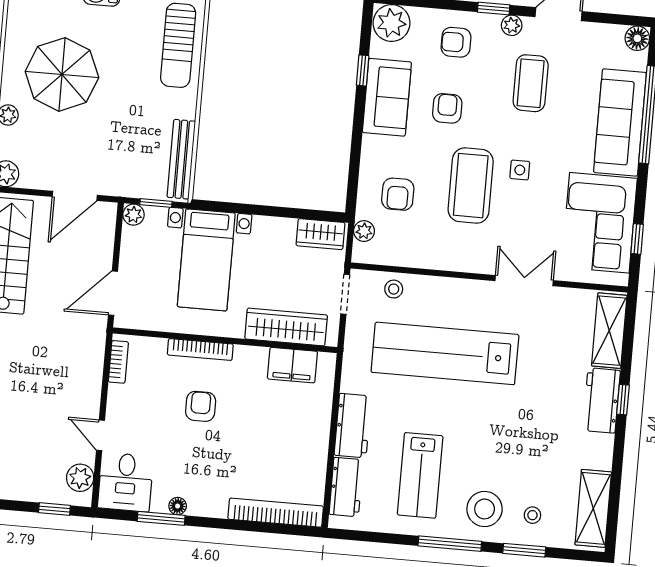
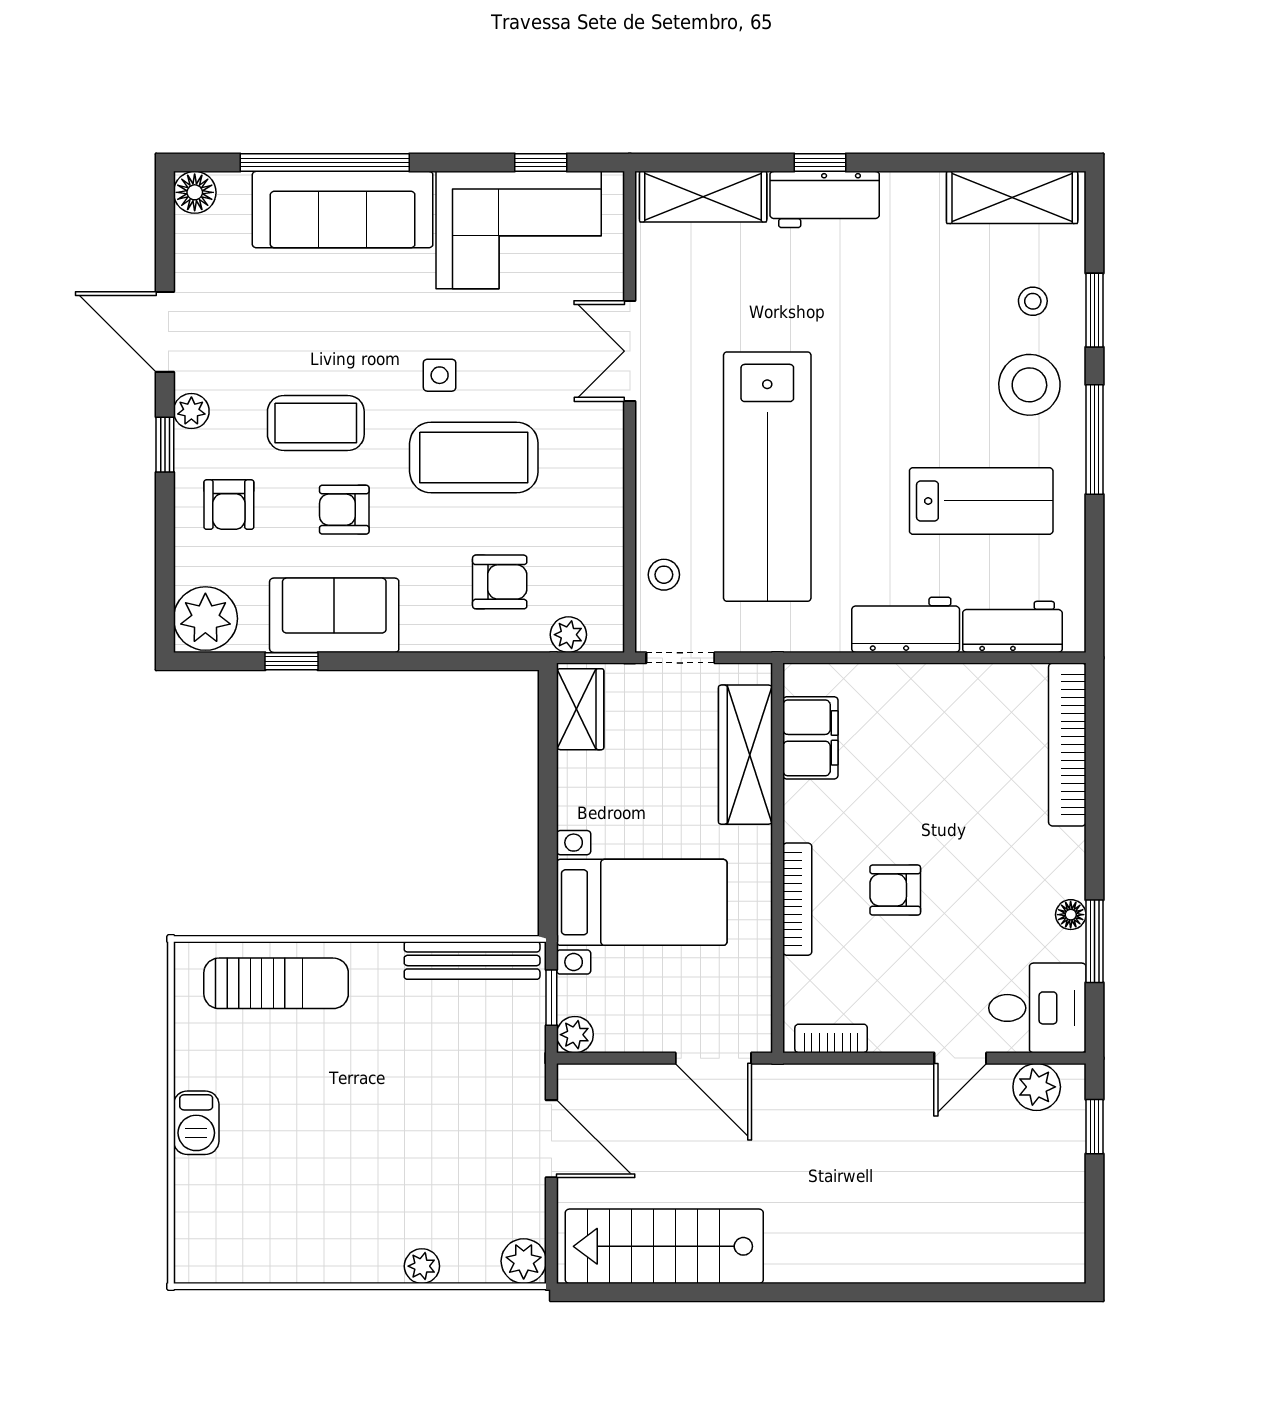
parasol: (62, 74) -> (344, 1179), removed
coffee table: (531, 83) -> (316, 423), moved

